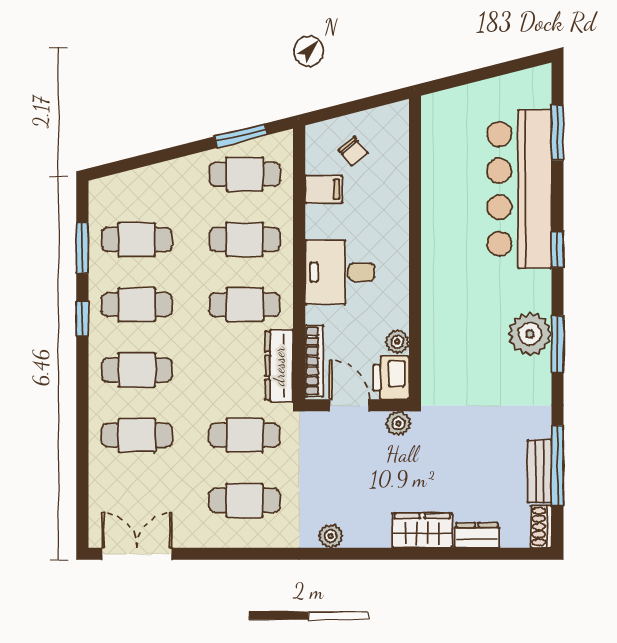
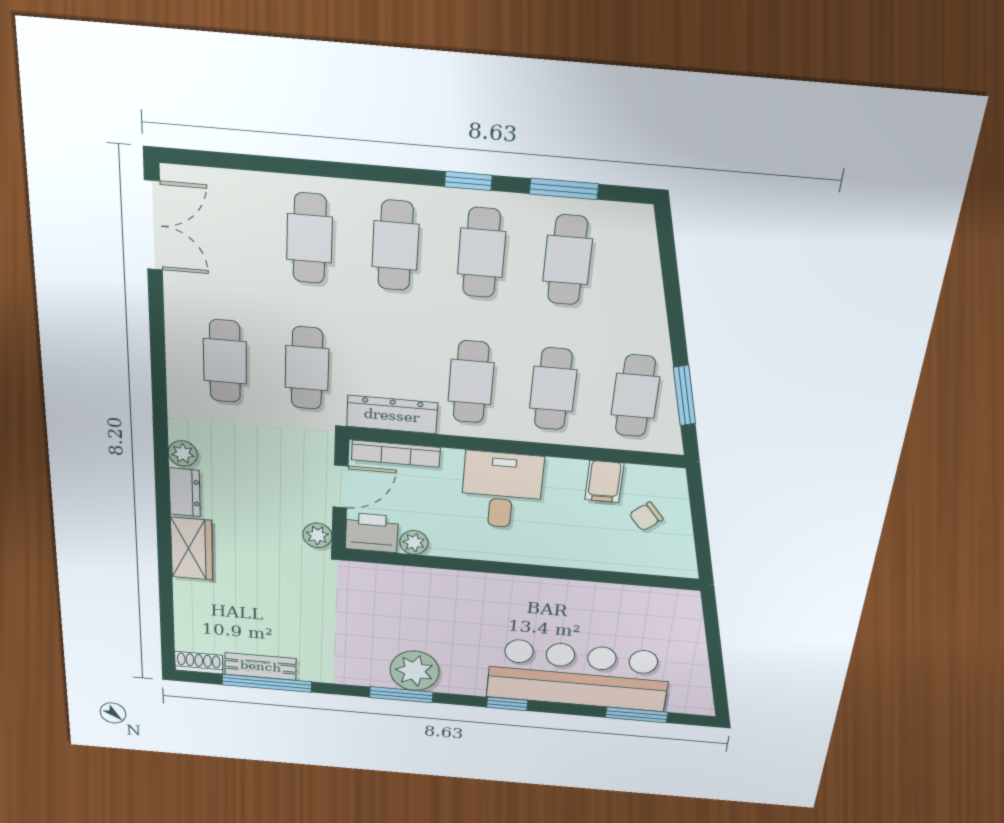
dresser: (477, 535) -> (185, 492), moved

